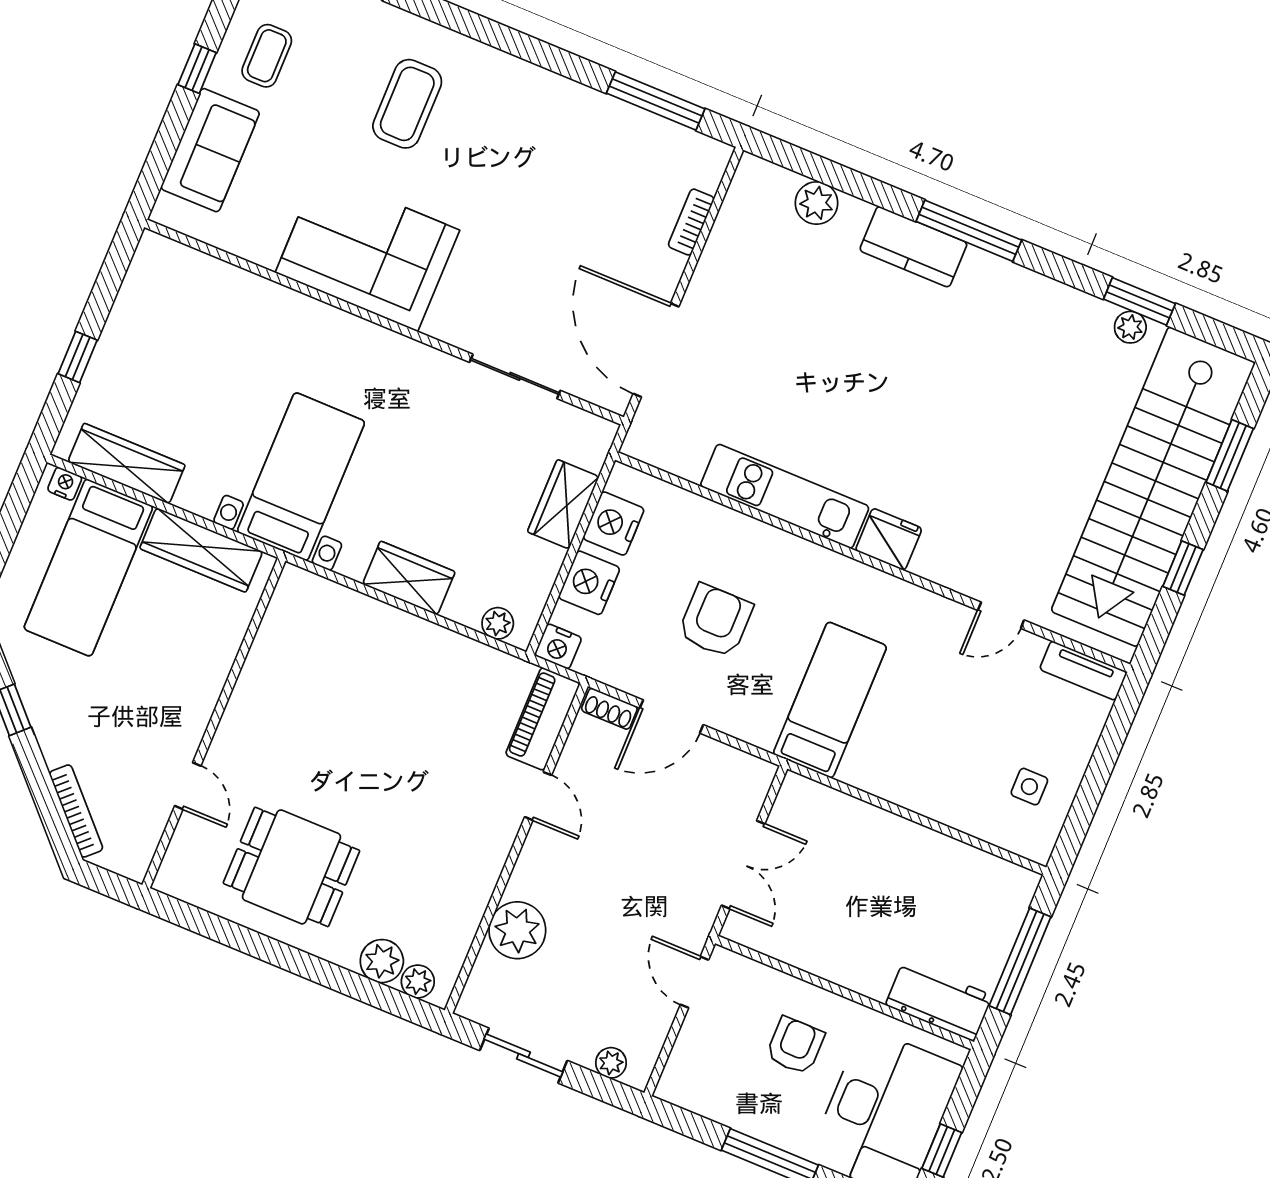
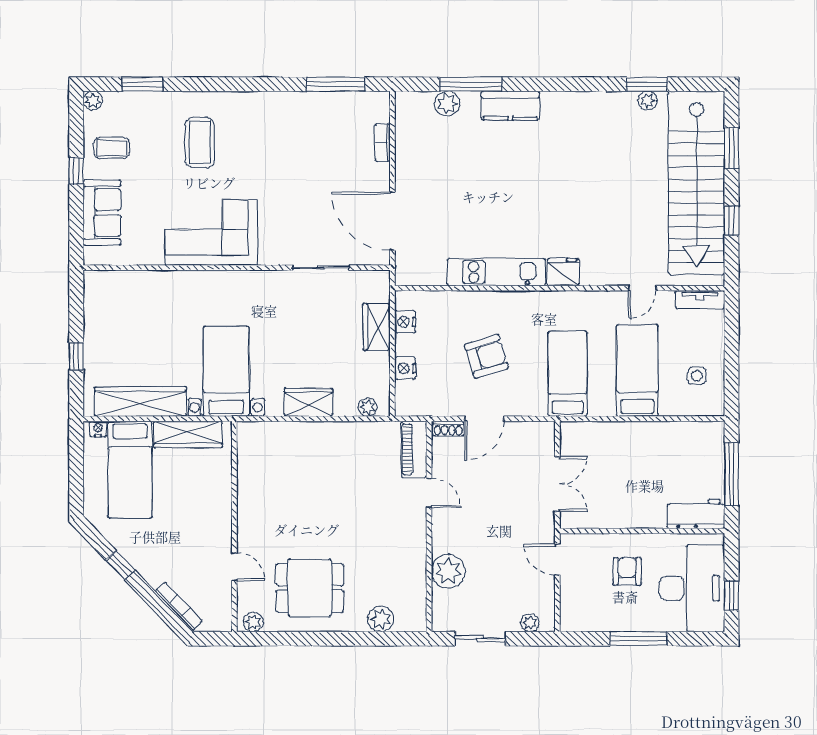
coffee table: (267, 56) -> (112, 148), turned 90
window: (969, 231) -> (471, 84), moved
wardrobe: (126, 464) -> (140, 402), width x1.40, depth x1.17
nightstand: (614, 524) -> (405, 322), width x0.74, depth x0.75
nightstand: (589, 583) -> (405, 368), width x0.74, depth x0.75
armchair: (715, 621) -> (487, 356), turned 73
nightstand: (558, 646) -> (406, 406), removed
bed: (940, 740) -> (637, 370), added
plant: (418, 981) -> (253, 622), moved

